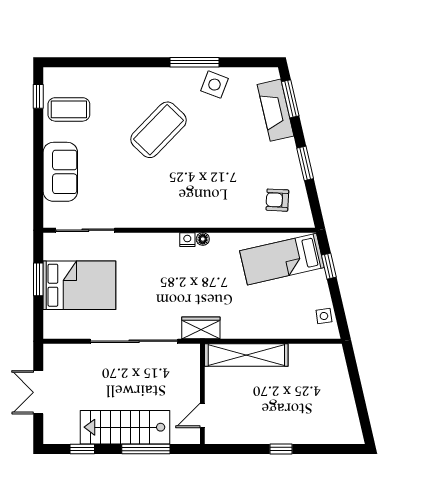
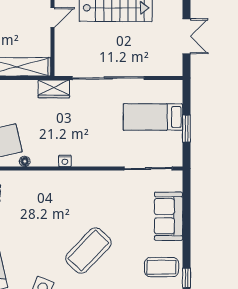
floor lamp: (203, 239) -> (25, 161), moved
bed: (79, 285) -> (153, 117), width x0.67

